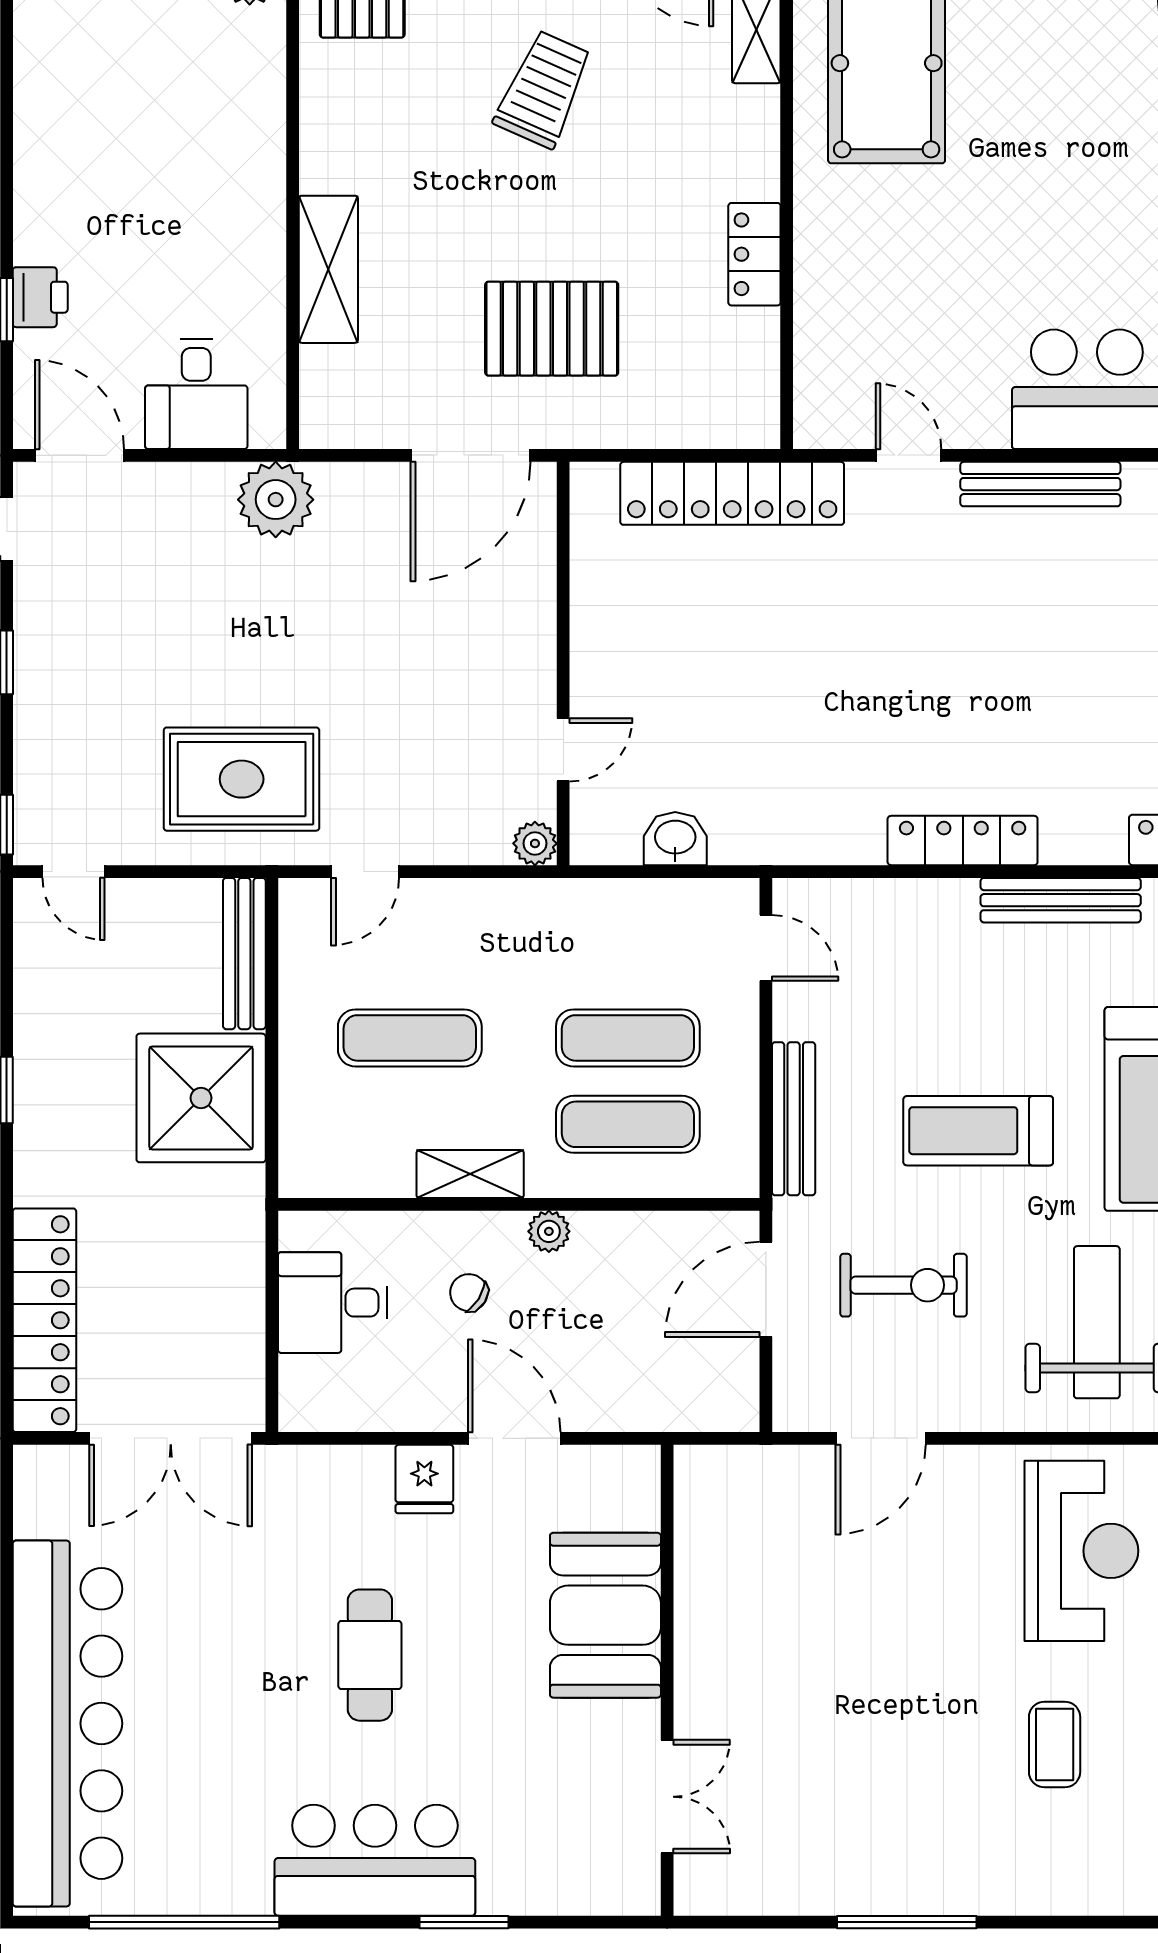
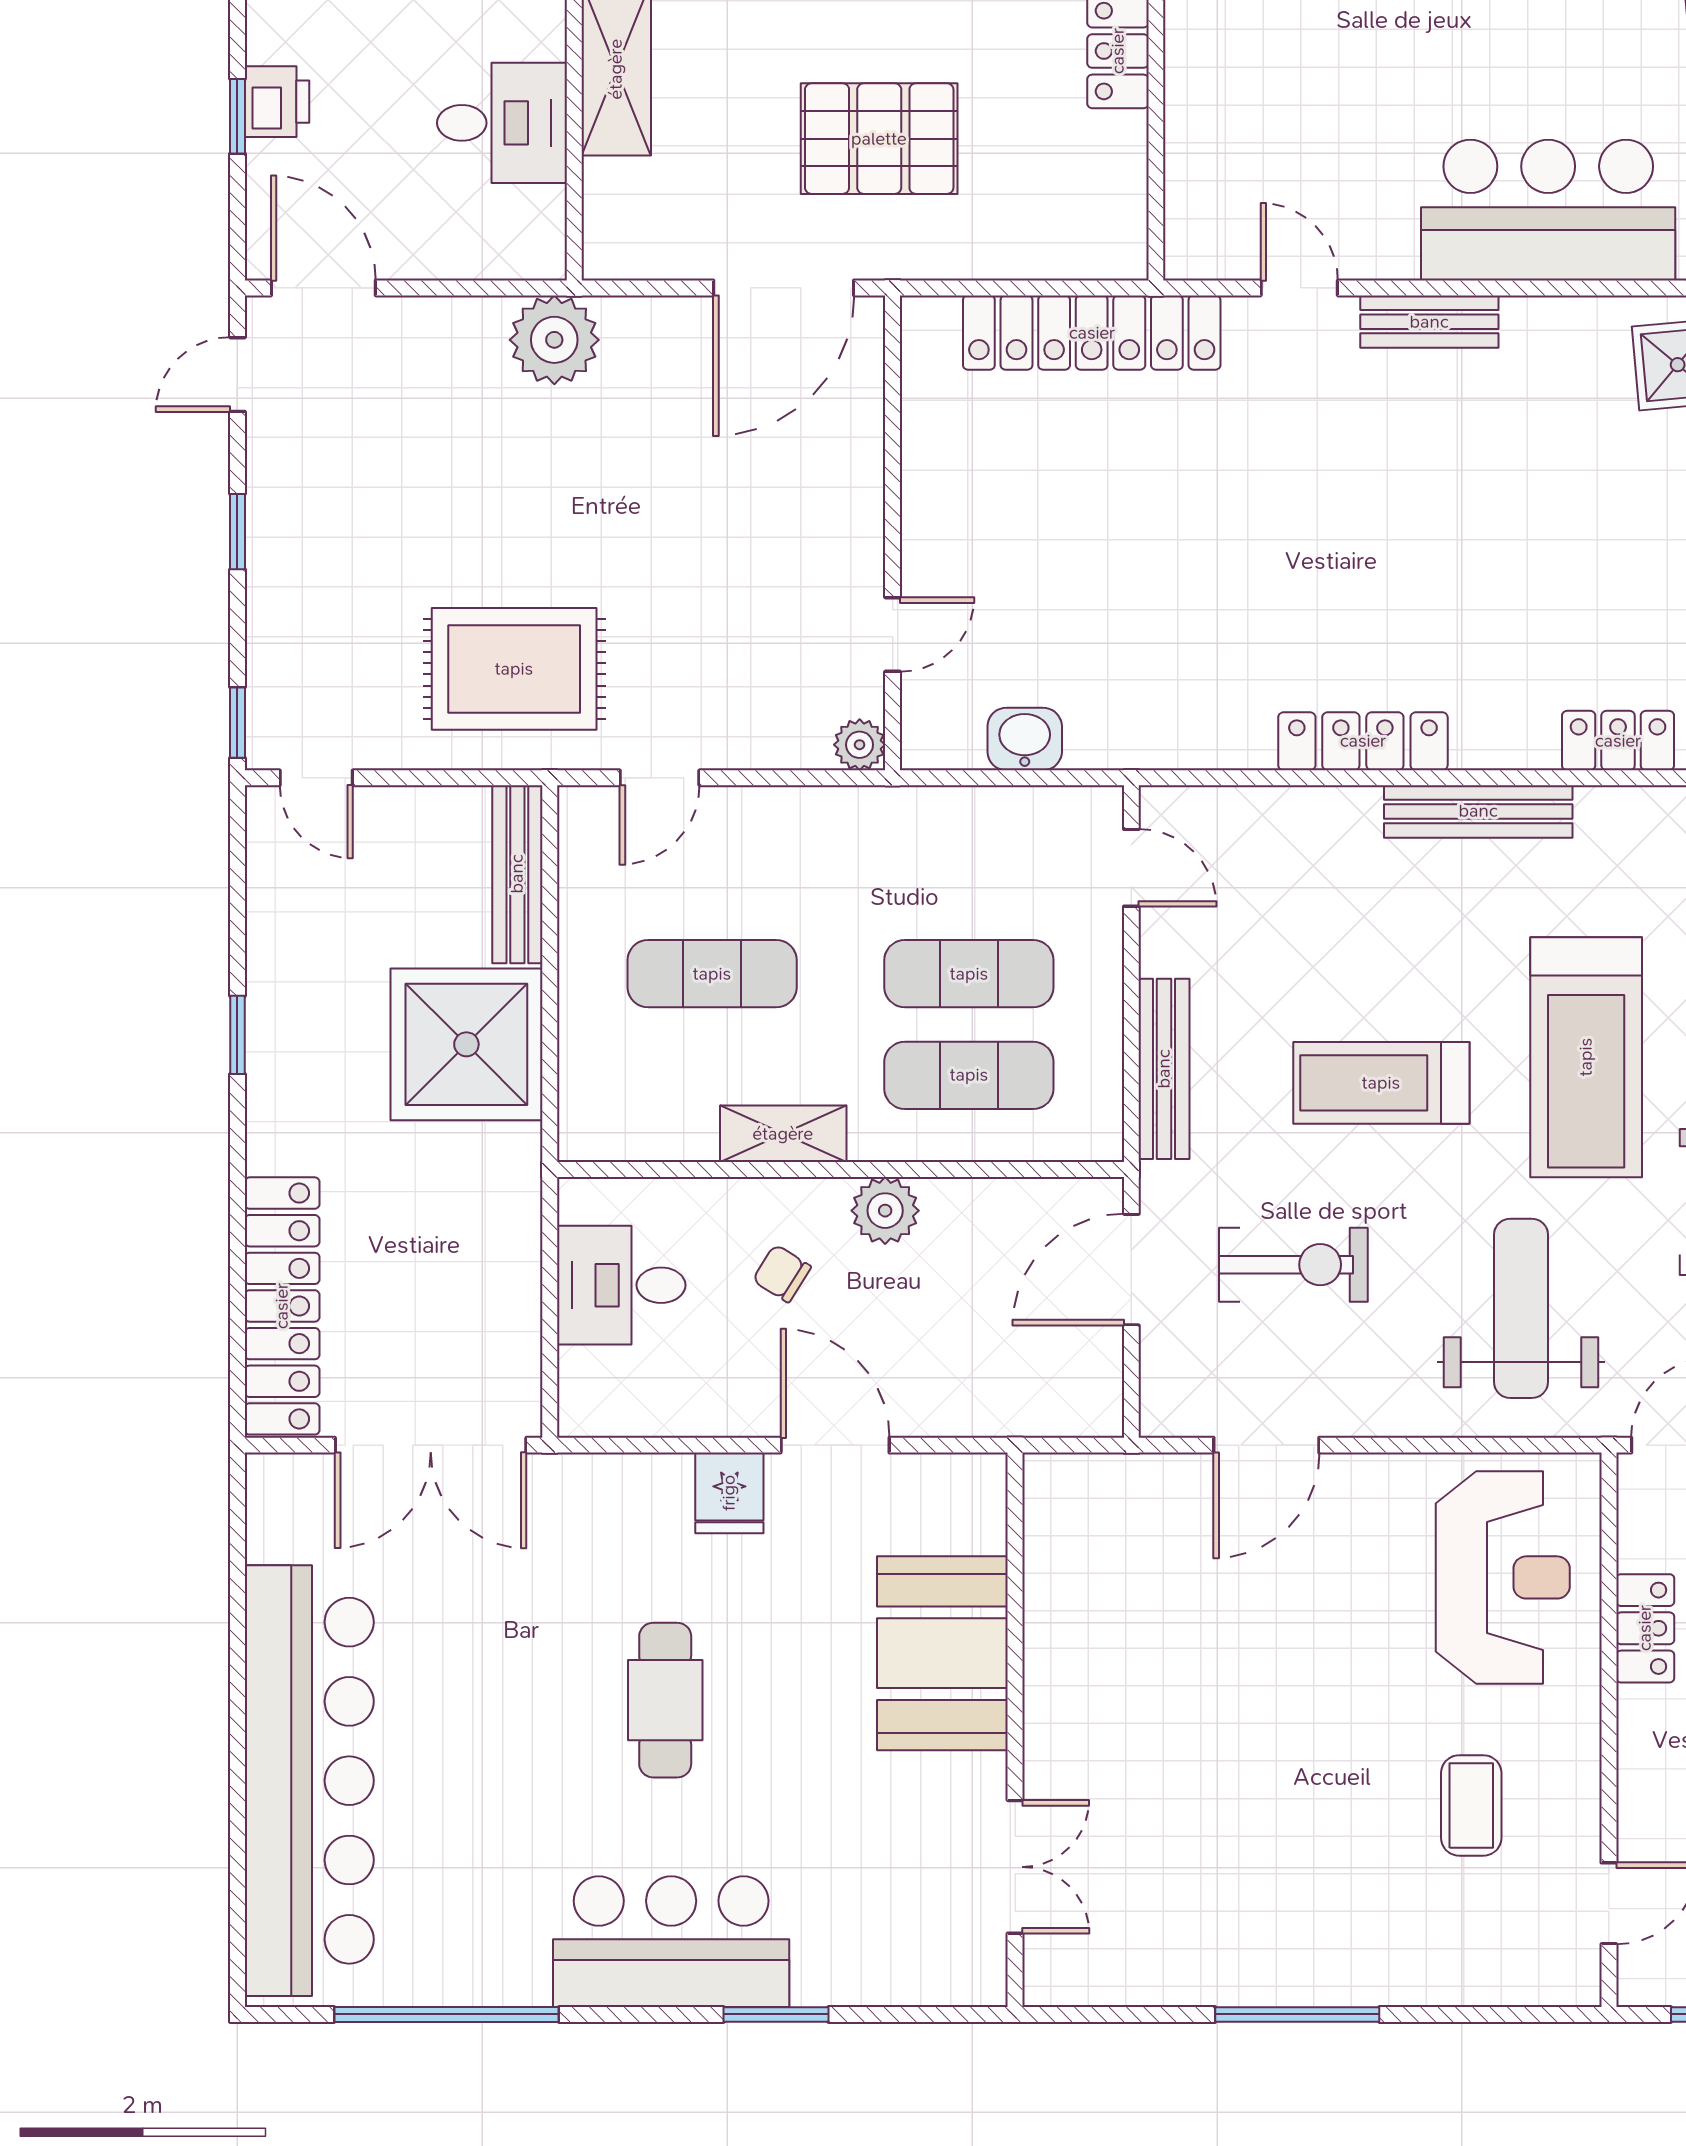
desk: (196, 394) -> (502, 123), moved, turned -90
bench: (1040, 484) -> (1429, 322), width x0.73
plant: (549, 1231) -> (885, 1211), width x1.38, depth x1.38

